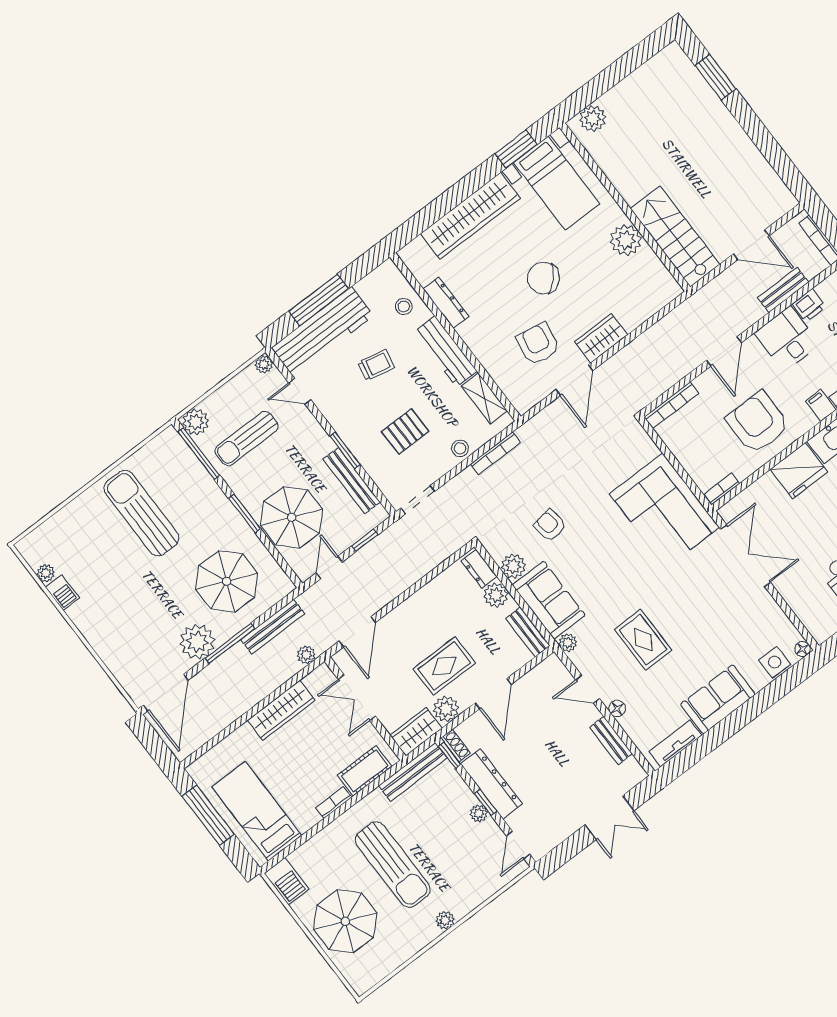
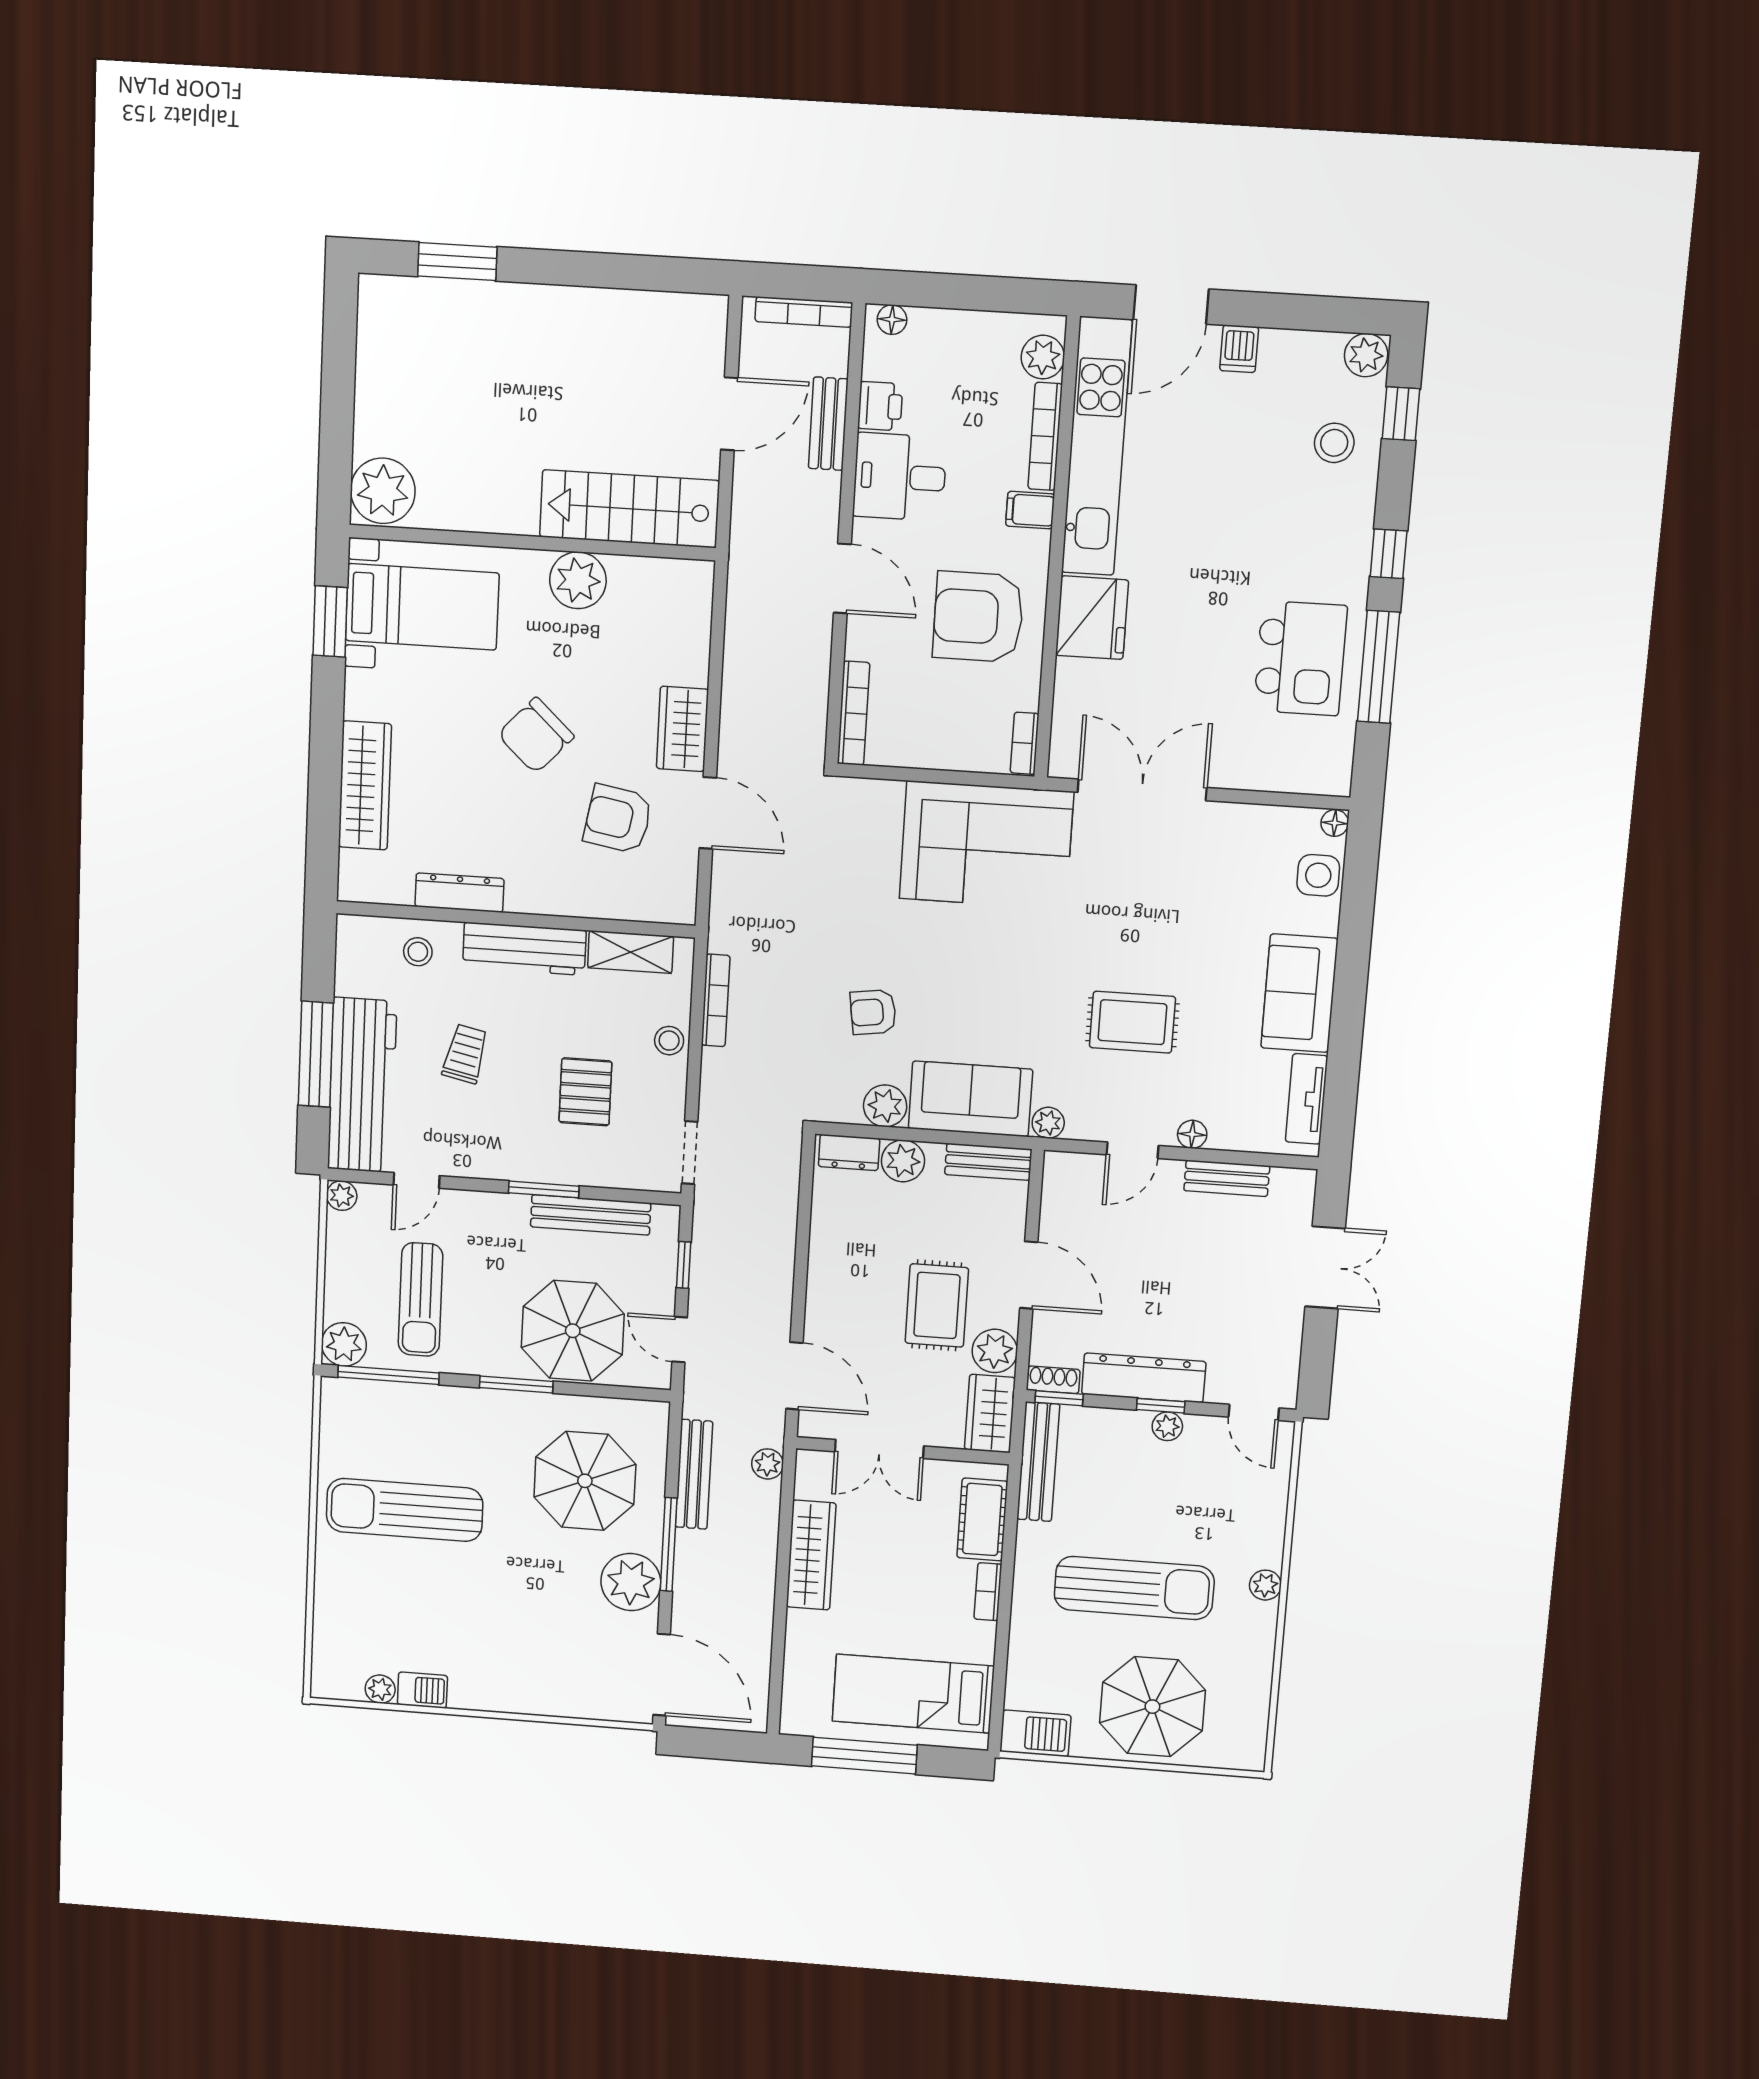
plant: (593, 119) -> (383, 491), width x1.36, depth x1.36
wardrobe: (470, 216) -> (365, 785), width x0.71, depth x0.85

